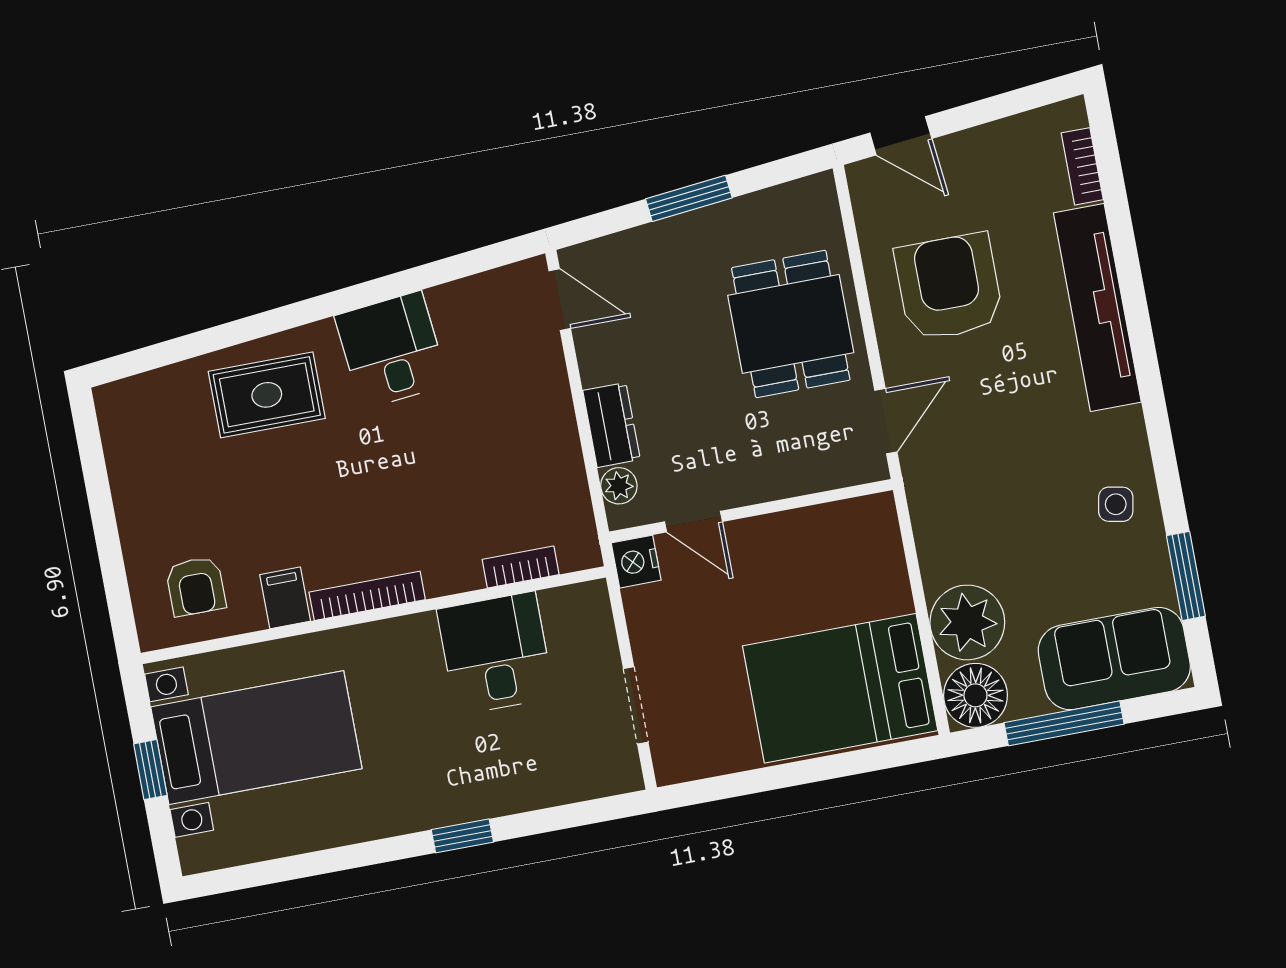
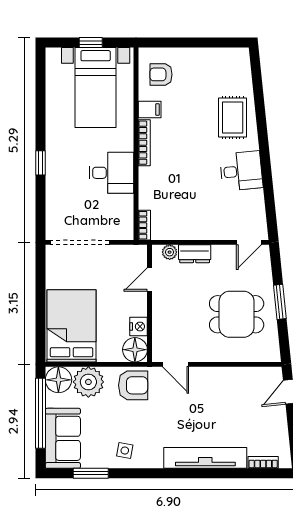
armchair: (949, 287) -> (133, 385), moved, width x0.73, depth x0.73
dining table: (791, 324) -> (237, 314), moved
floor lamp: (869, 525) -> (135, 350), added
nightstand: (636, 562) -> (139, 327), moved, turned 90
bookcase: (521, 567) -> (144, 225), moved
desk: (496, 653) -> (111, 173), moved
doorway: (636, 705) -> (80, 242), width x1.87
window: (1064, 723) -> (41, 413), width x1.46

